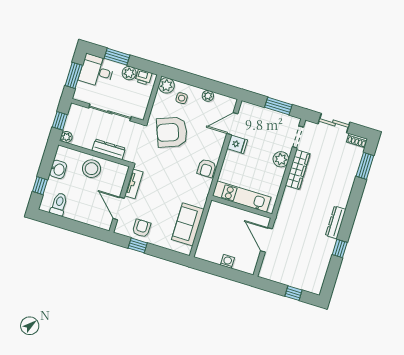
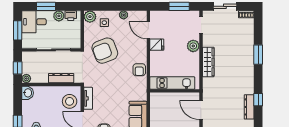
door: (232, 124) -> (148, 30), hinge flipped
window: (365, 166) -> (258, 55), moved
washbasin: (58, 169) -> (28, 93), moved
stool: (91, 169) -> (70, 101), moved
wardrobe: (298, 169) -> (208, 62), moved
dresser: (336, 222) -> (249, 107), moved

